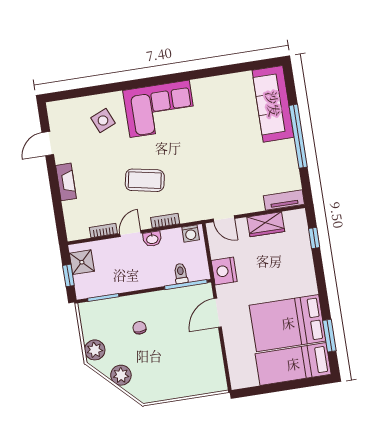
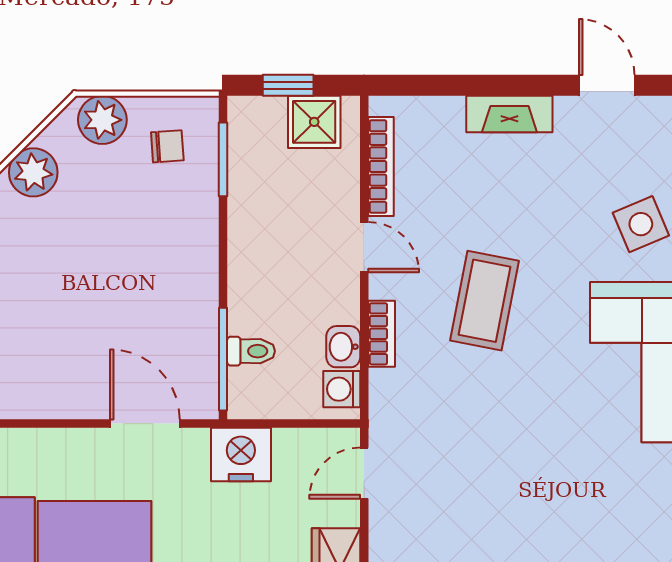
bookcase: (103, 231) -> (381, 166), width x1.56
washbasin: (152, 239) -> (343, 347), moved
chair: (140, 328) -> (167, 146), moved

